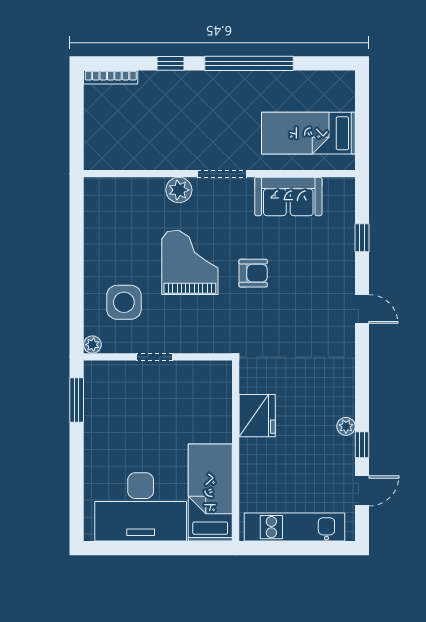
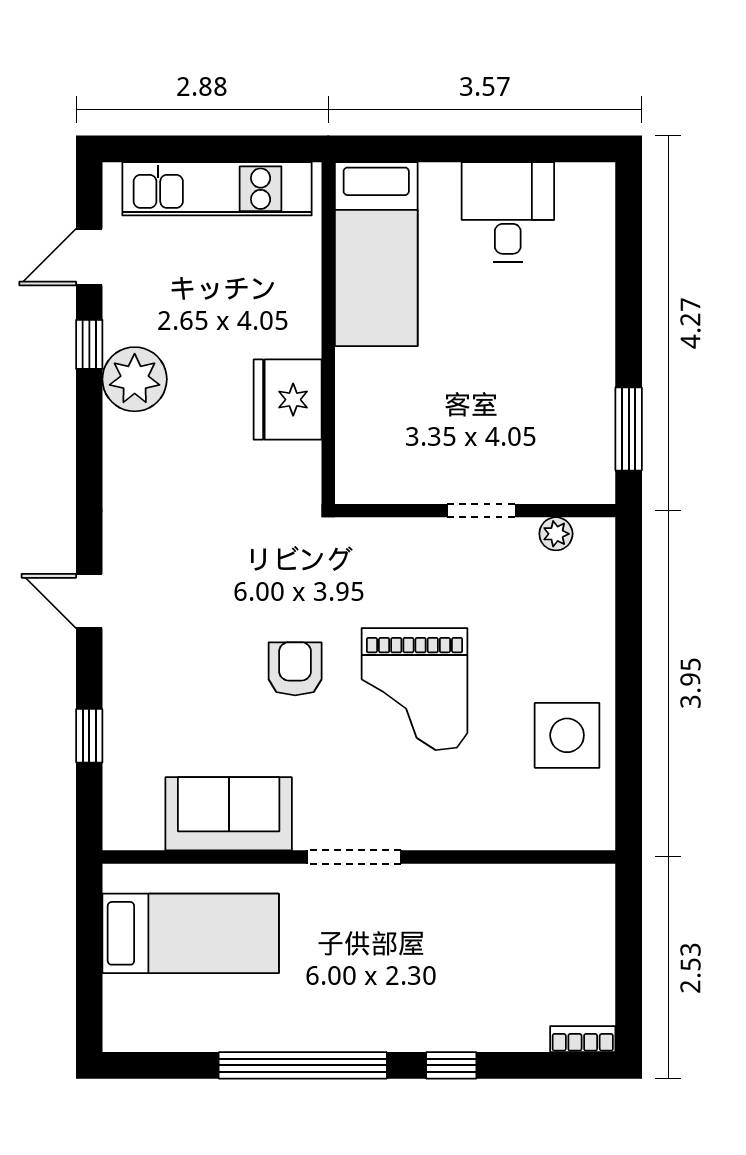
bookcase: (111, 77) -> (583, 1039), width x0.64
plant: (179, 190) -> (435, 826), removed
armchair: (253, 273) -> (295, 669), turned 90
side table: (124, 302) -> (567, 735), moved
plant: (92, 345) -> (556, 534), moved
plant: (346, 426) -> (135, 379), width x1.88, depth x1.88
desk: (141, 507) -> (508, 212), width x0.53, depth x0.77

